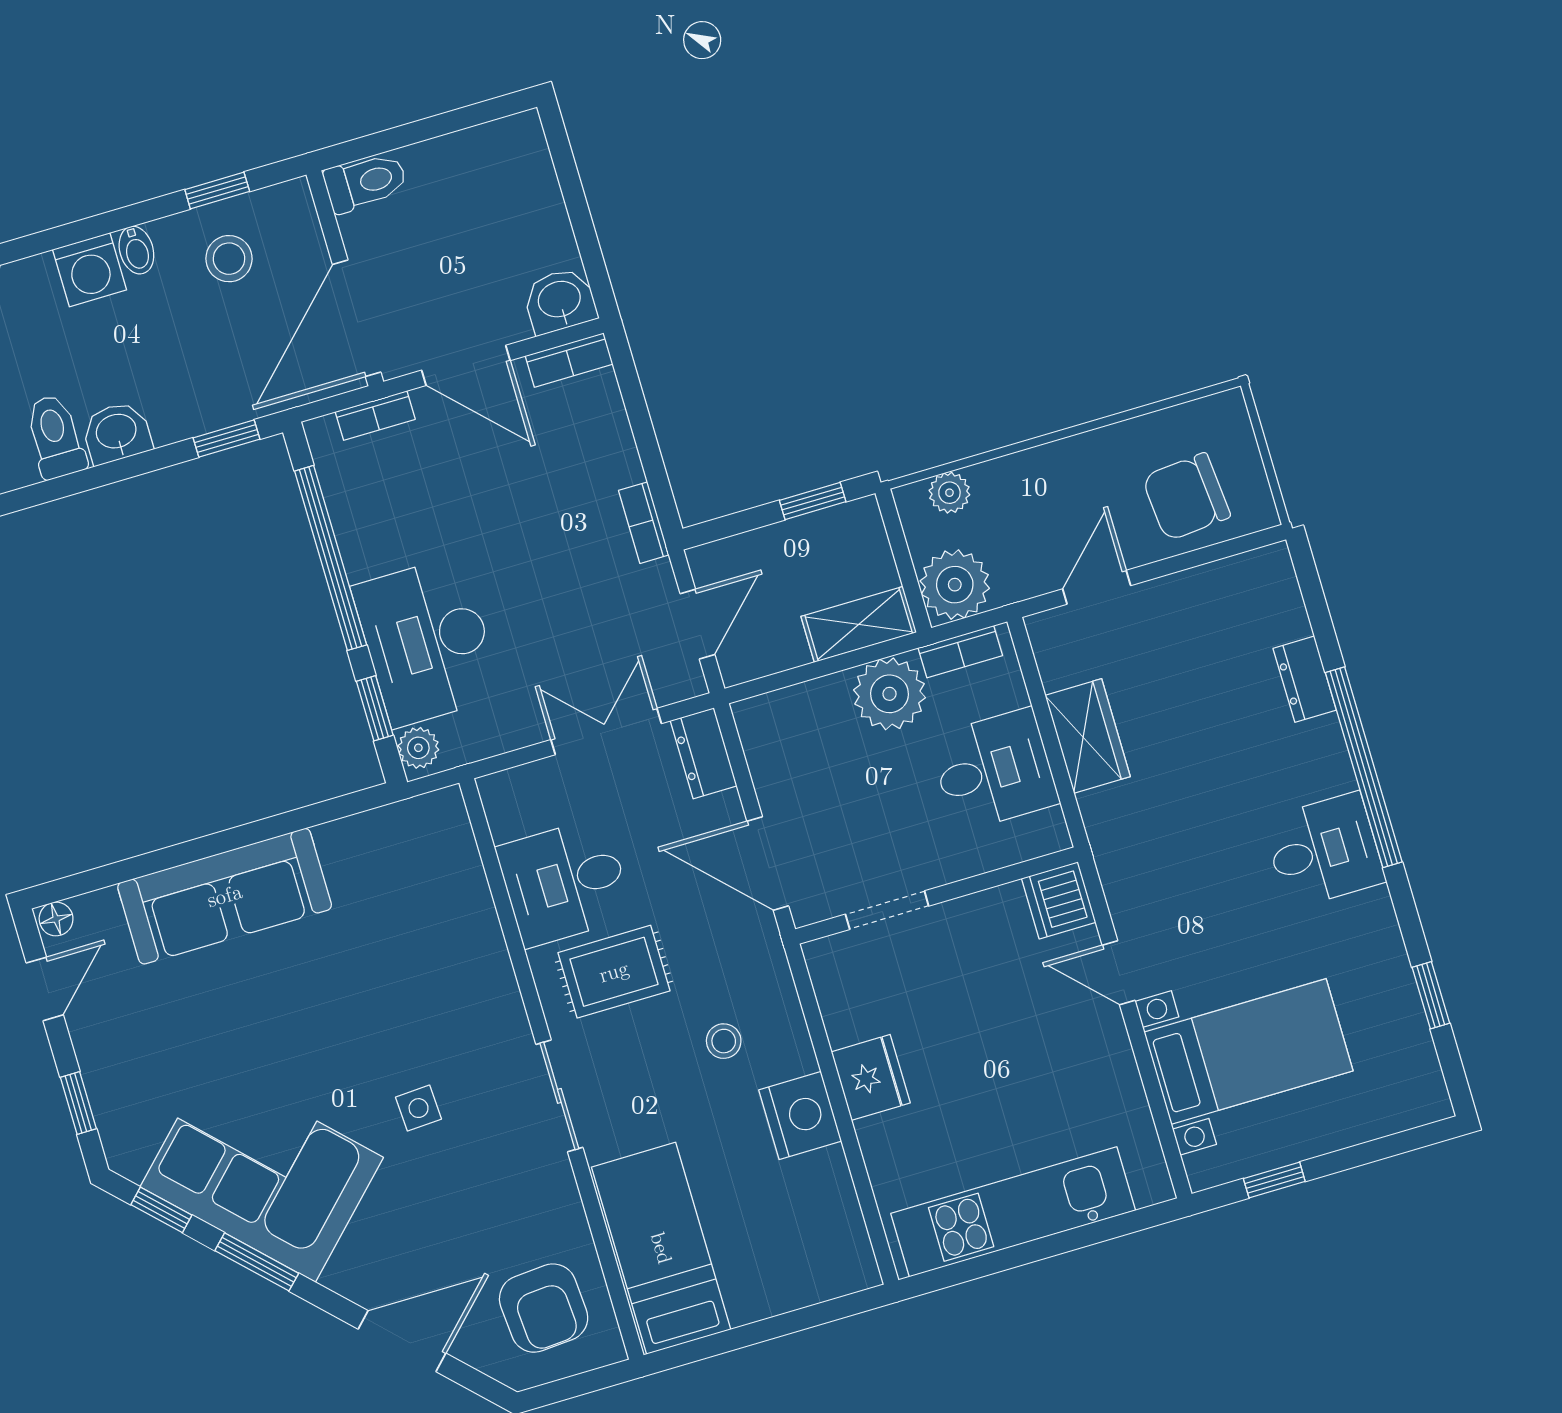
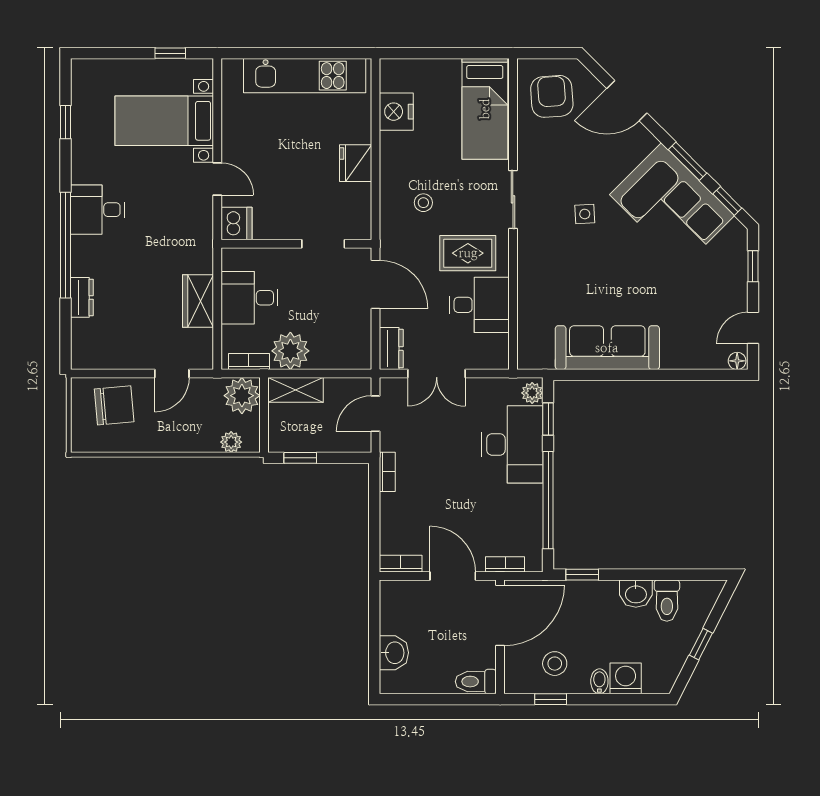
washbasin: (560, 301) -> (394, 653), moved, turned -90
sofa: (225, 896) -> (607, 348), moved
nightstand: (800, 1116) -> (396, 112), moved

